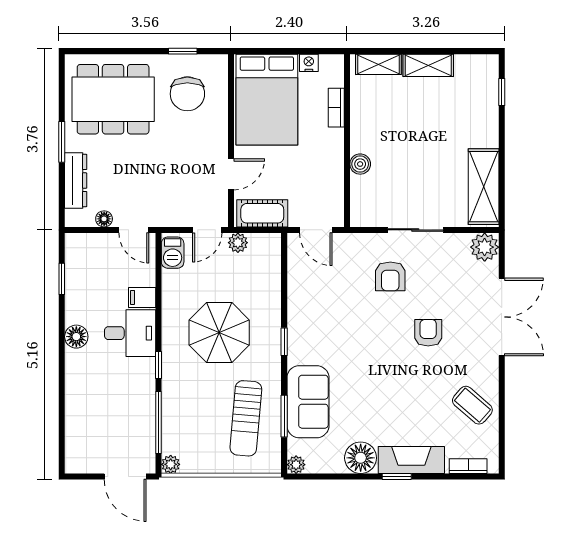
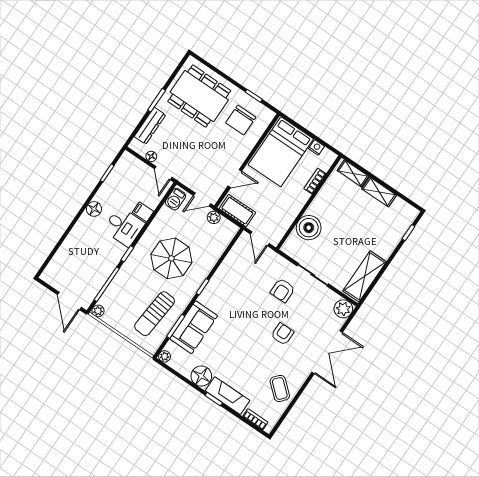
boiler: (360, 164) -> (309, 228), width x1.86, depth x1.86

